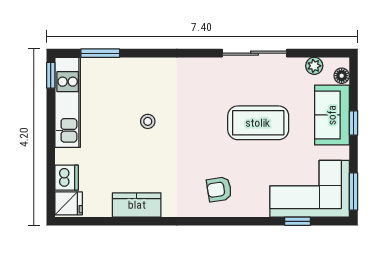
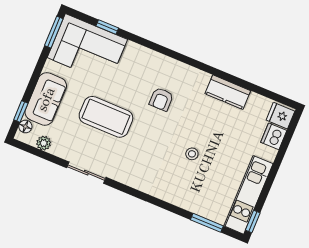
sliding door: (254, 53) -> (86, 173), width x0.73
window: (353, 123) -> (21, 112), moved
armchair: (219, 189) -> (161, 99), moved, turned 99

